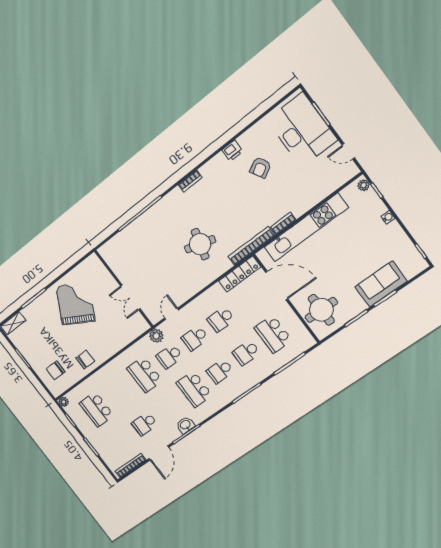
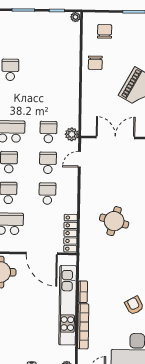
bookcase: (251, 246) -> (83, 326), moved
door: (277, 286) -> (42, 253), hinge flipped
double door: (130, 297) -> (115, 137), width x1.37
door: (172, 314) -> (79, 159), swing flipped
school desk: (145, 375) -> (49, 101), removed
school desk: (97, 409) -> (50, 40), removed

